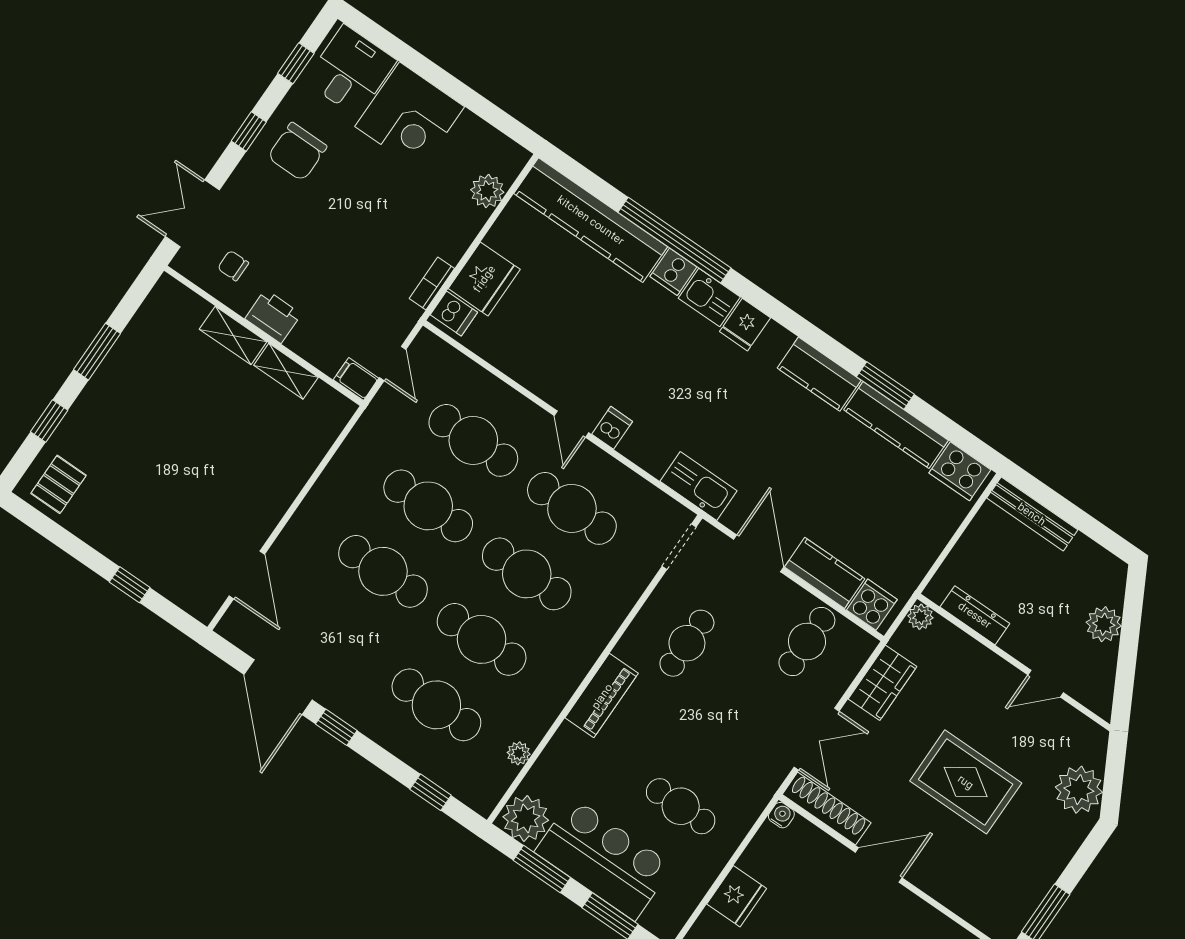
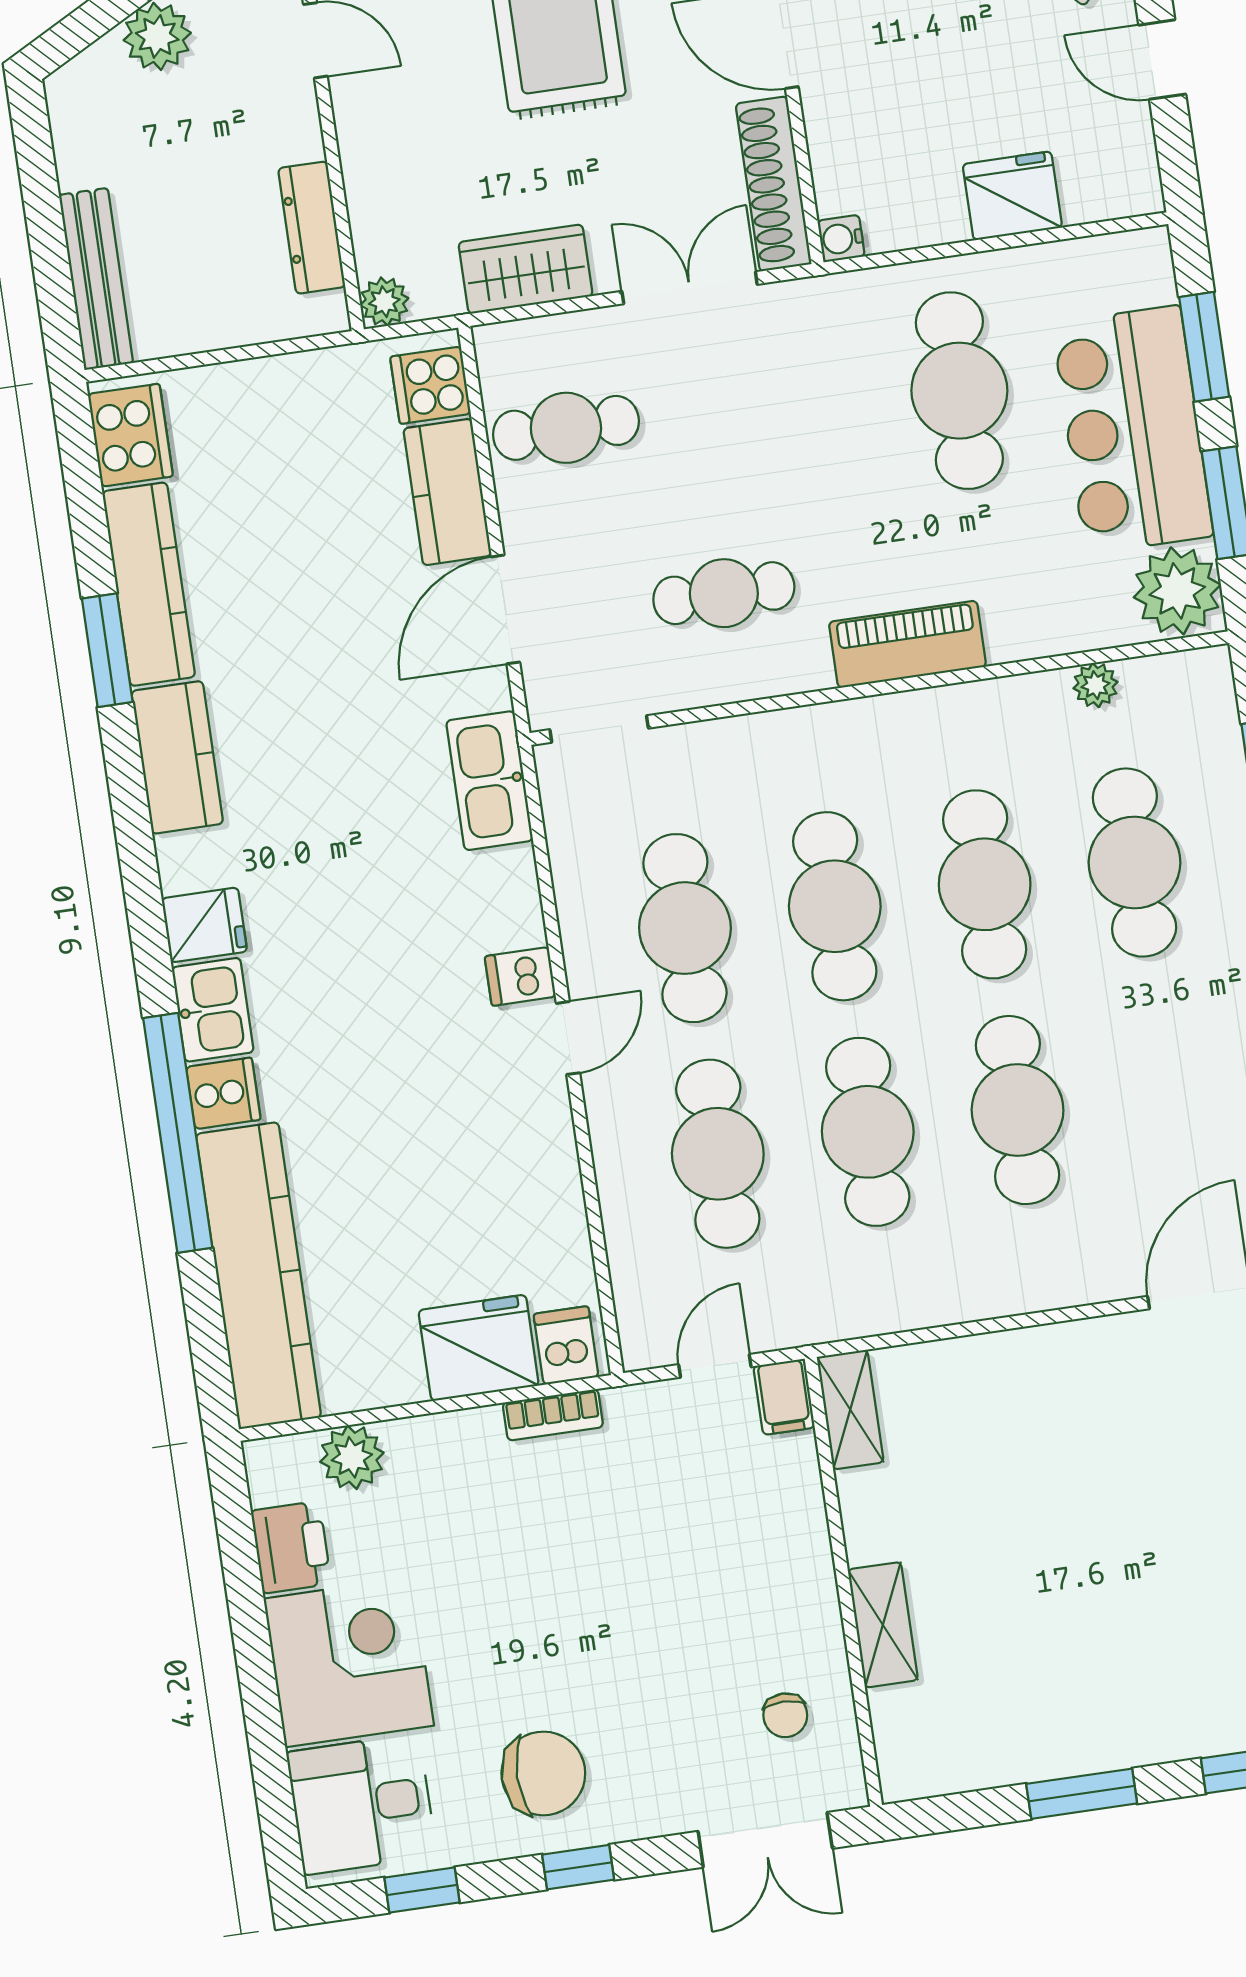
printer: (273, 316) -> (291, 1547), moved, turned 180
shelving: (286, 371) -> (850, 1410), moved
cafe table: (681, 806) -> (959, 391), width x1.37, depth x1.35

